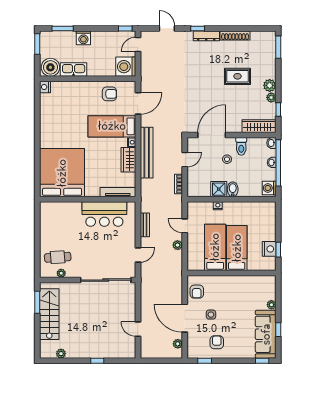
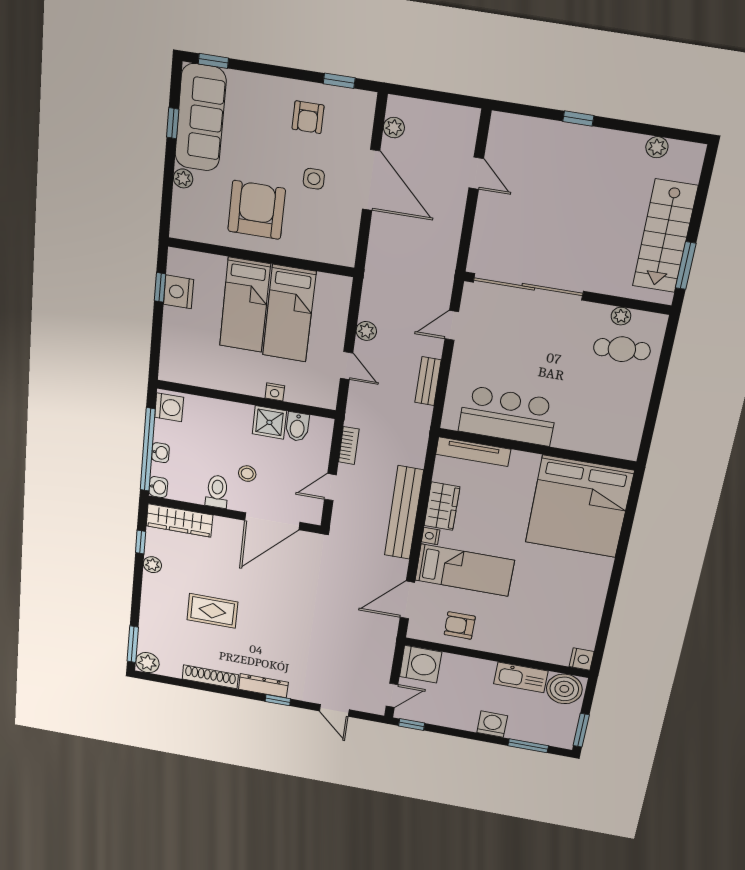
plant: (270, 85) -> (147, 663), moved
bidet: (233, 189) -> (297, 427), moved
armchair: (197, 292) -> (257, 210), moved, width x1.88, depth x1.88

